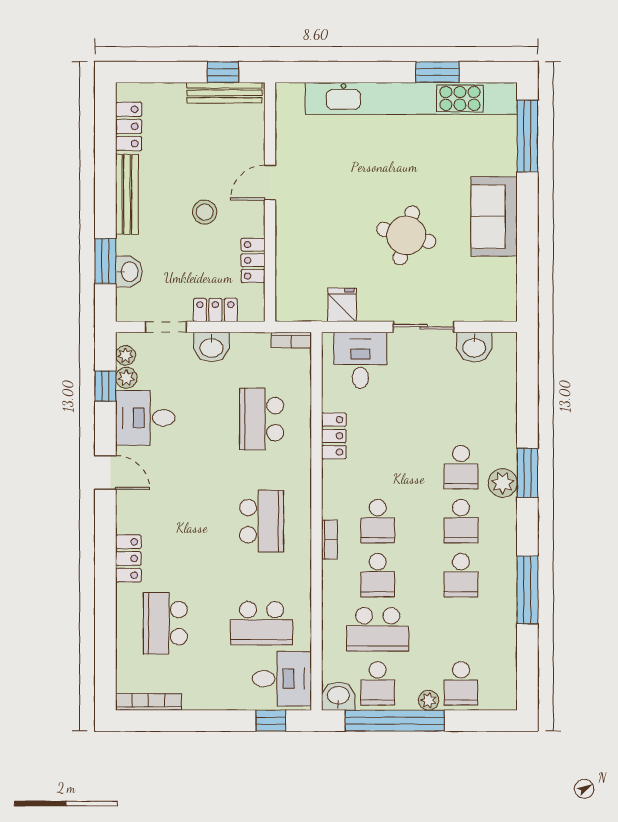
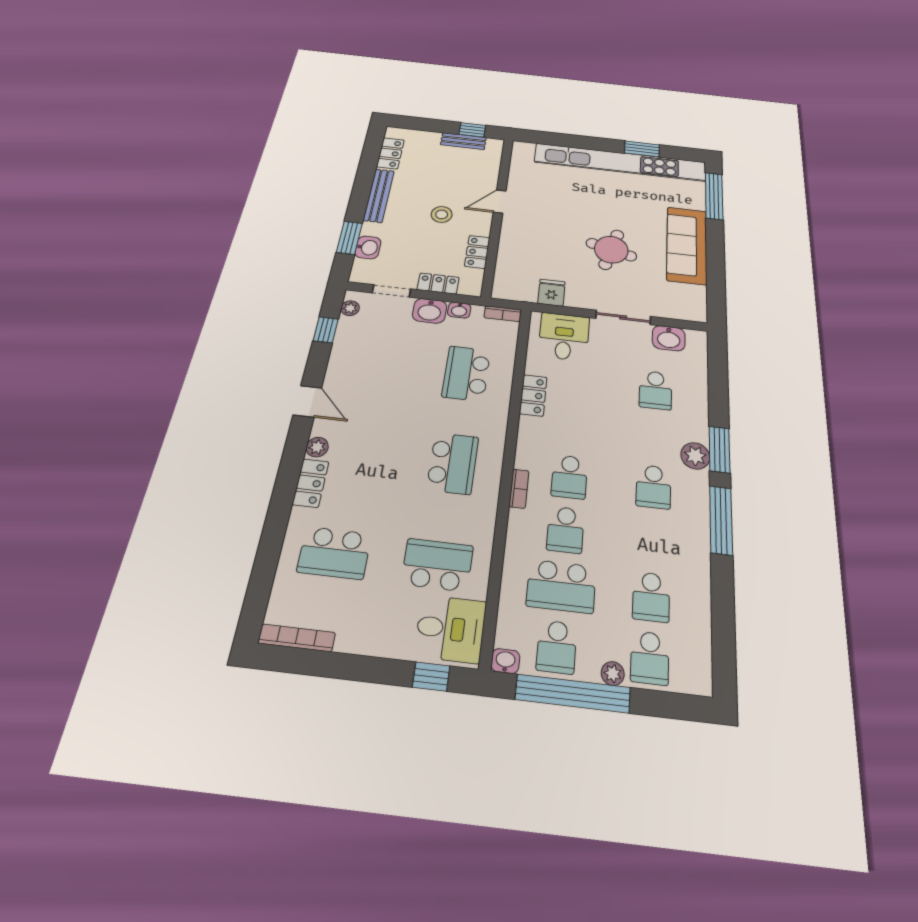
bench: (224, 93) -> (463, 141), width x0.73
sofa: (494, 216) -> (687, 245), width x1.36
washbasin: (243, 342) -> (459, 310), added
plant: (126, 378) -> (317, 447), moved
desk: (145, 418) -> (357, 360), removed
school desk: (461, 467) -> (655, 390), moved
school desk: (461, 575) -> (651, 597), moved
window: (527, 590) -> (721, 520), moved
school desk: (165, 623) -> (334, 553), turned -90
school desk: (262, 623) -> (437, 565), turned 180
washbasin: (338, 696) -> (505, 661), width x0.72, depth x0.69

